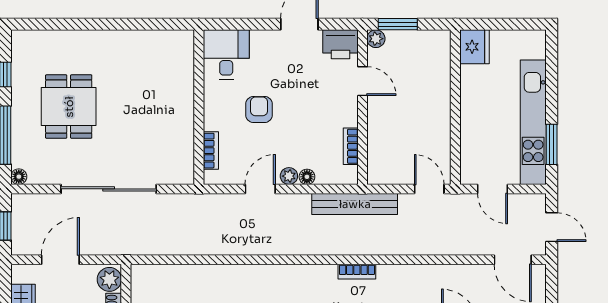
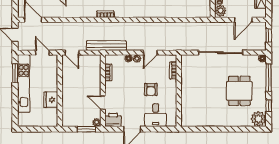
plant: (27, 46) -> (258, 119), added
fridge: (474, 47) -> (51, 100), moved
desk: (226, 54) -> (156, 115), moved

